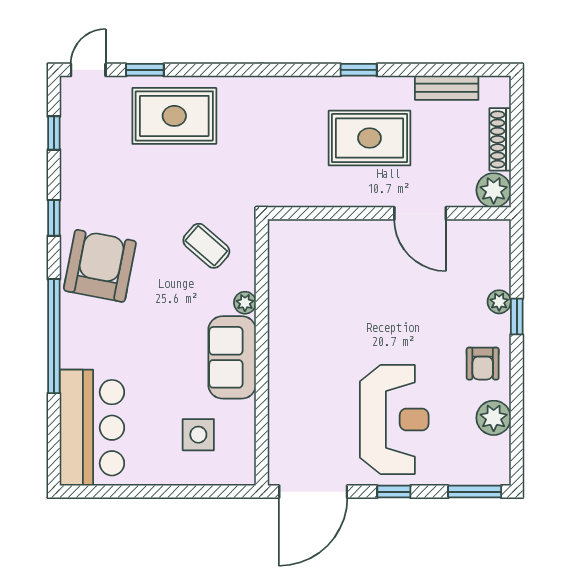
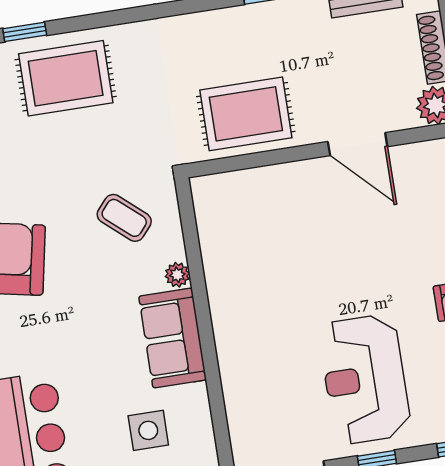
rug: (370, 138) -> (246, 114), moved
reception desk: (394, 420) -> (365, 379), turned 180

